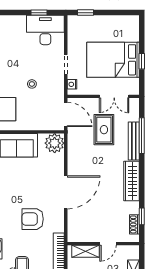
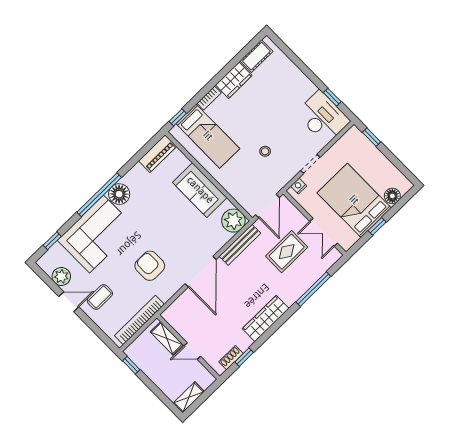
floor lamp: (133, 35) -> (392, 196), added
bench: (134, 141) -> (240, 245), moved
door: (66, 192) -> (201, 272), hinge flipped

